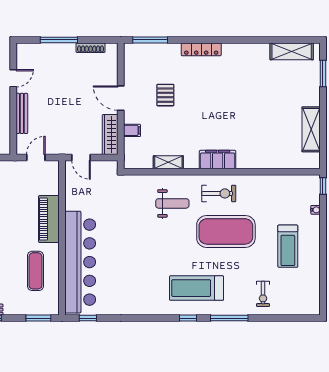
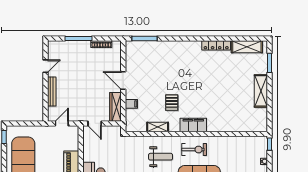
locker: (201, 49) -> (216, 45), moved
pallet: (165, 95) -> (172, 103), moved
shelving: (311, 129) -> (261, 91), moved

